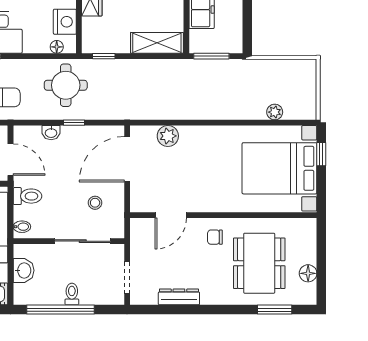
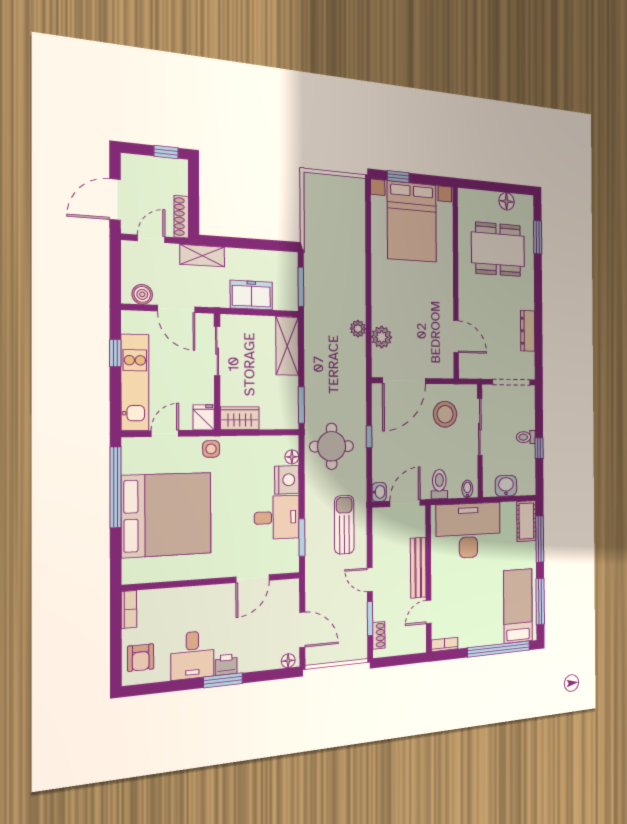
nightstand: (65, 22) -> (287, 480), moved, turned 90
window: (104, 56) -> (301, 405), width x1.50
plant: (275, 112) -> (358, 329), moved
washbasin: (51, 133) -> (379, 492), moved
door: (127, 159) -> (404, 381), hinge flipped
stool: (95, 203) -> (445, 414), width x1.89, depth x1.89
chair: (215, 237) -> (475, 292), removed
doorway: (127, 278) -> (511, 382), width x1.38
window: (60, 310) -> (539, 448), width x0.32

